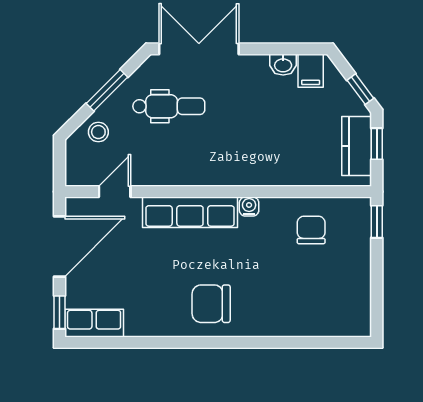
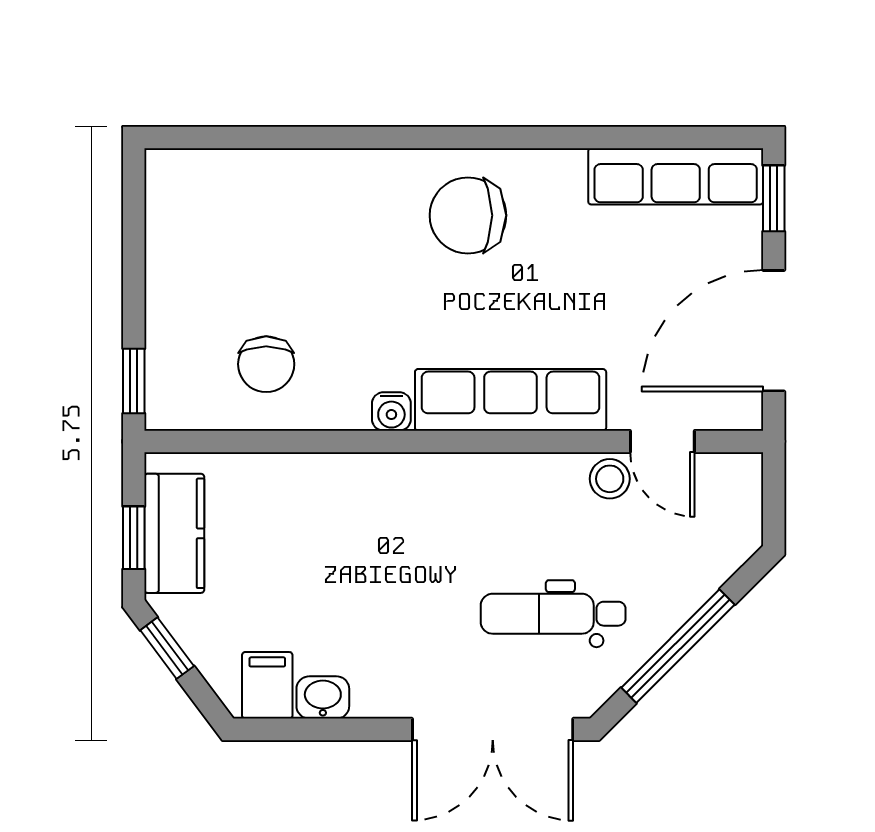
window: (107, 90) -> (678, 646), width x1.44
stool: (98, 132) -> (610, 479), moved
door: (115, 192) -> (662, 441), hinge flipped
chair: (211, 304) -> (468, 215), turned 180
row of seats: (94, 323) -> (676, 176), width x1.48

